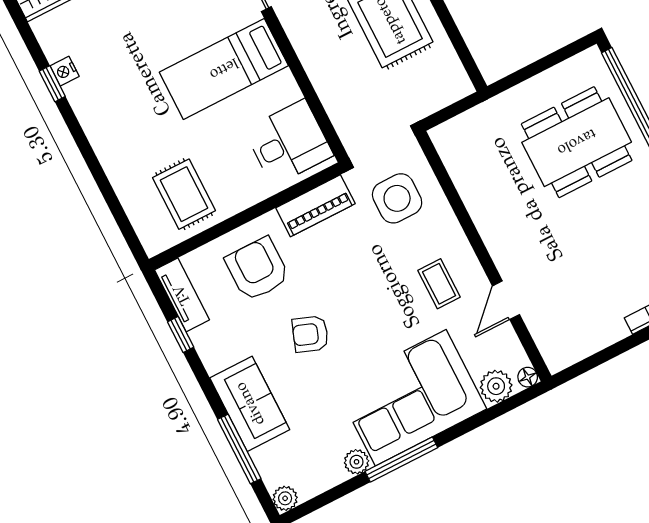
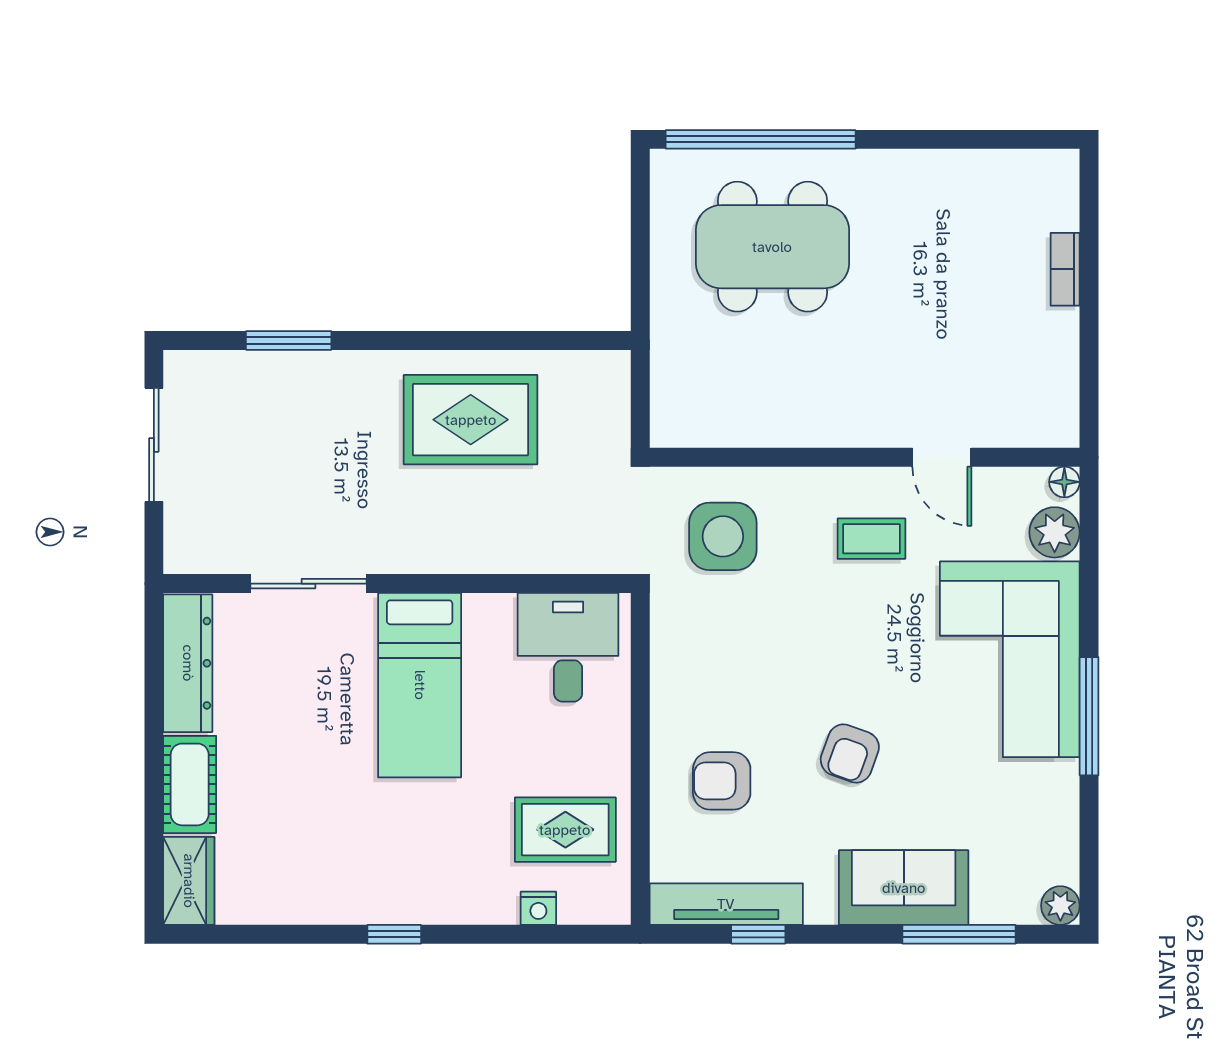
nightstand: (65, 71) -> (538, 908), moved
window: (52, 84) -> (394, 934), moved
dining table: (577, 142) -> (772, 247), turned 90
piano: (315, 206) -> (675, 655), removed
armchair: (257, 269) -> (722, 781), width x0.72, depth x0.72
tv unit: (182, 295) -> (726, 904), width x1.41
plant: (357, 462) -> (1060, 780), removed

